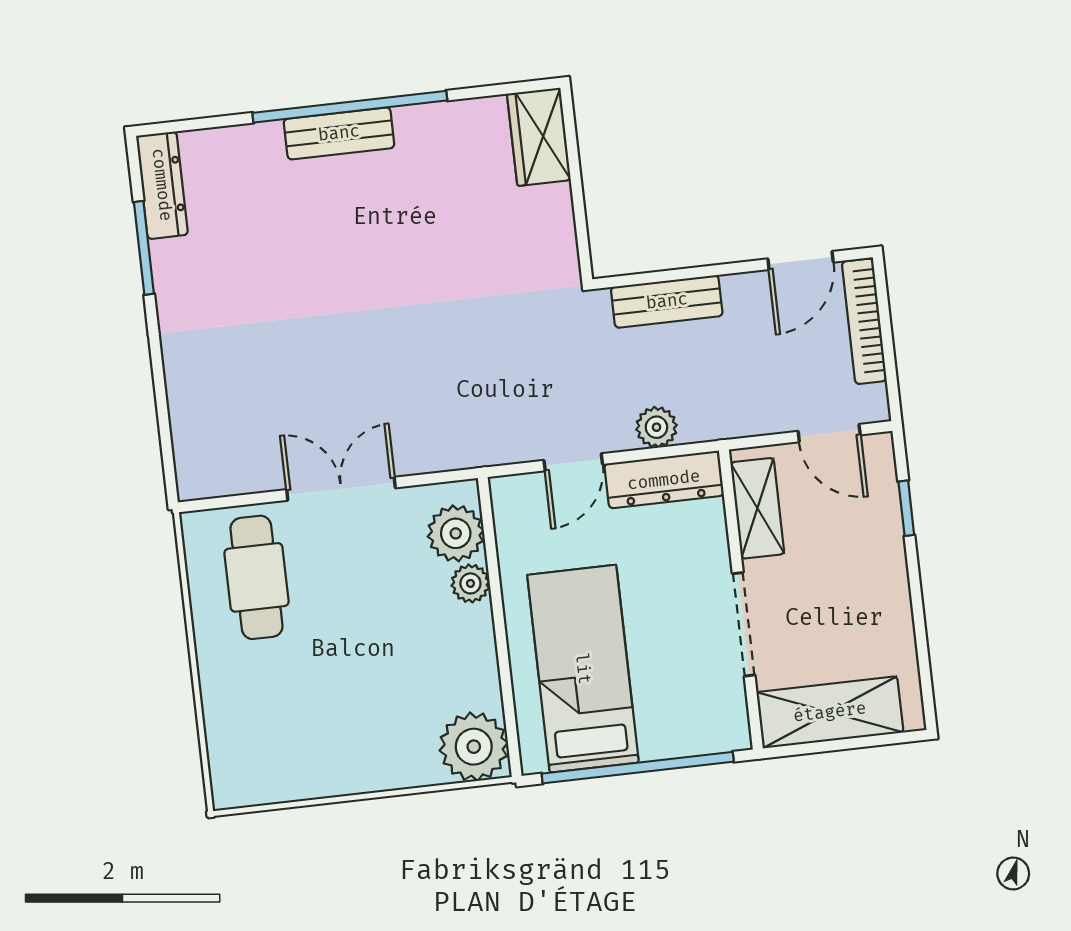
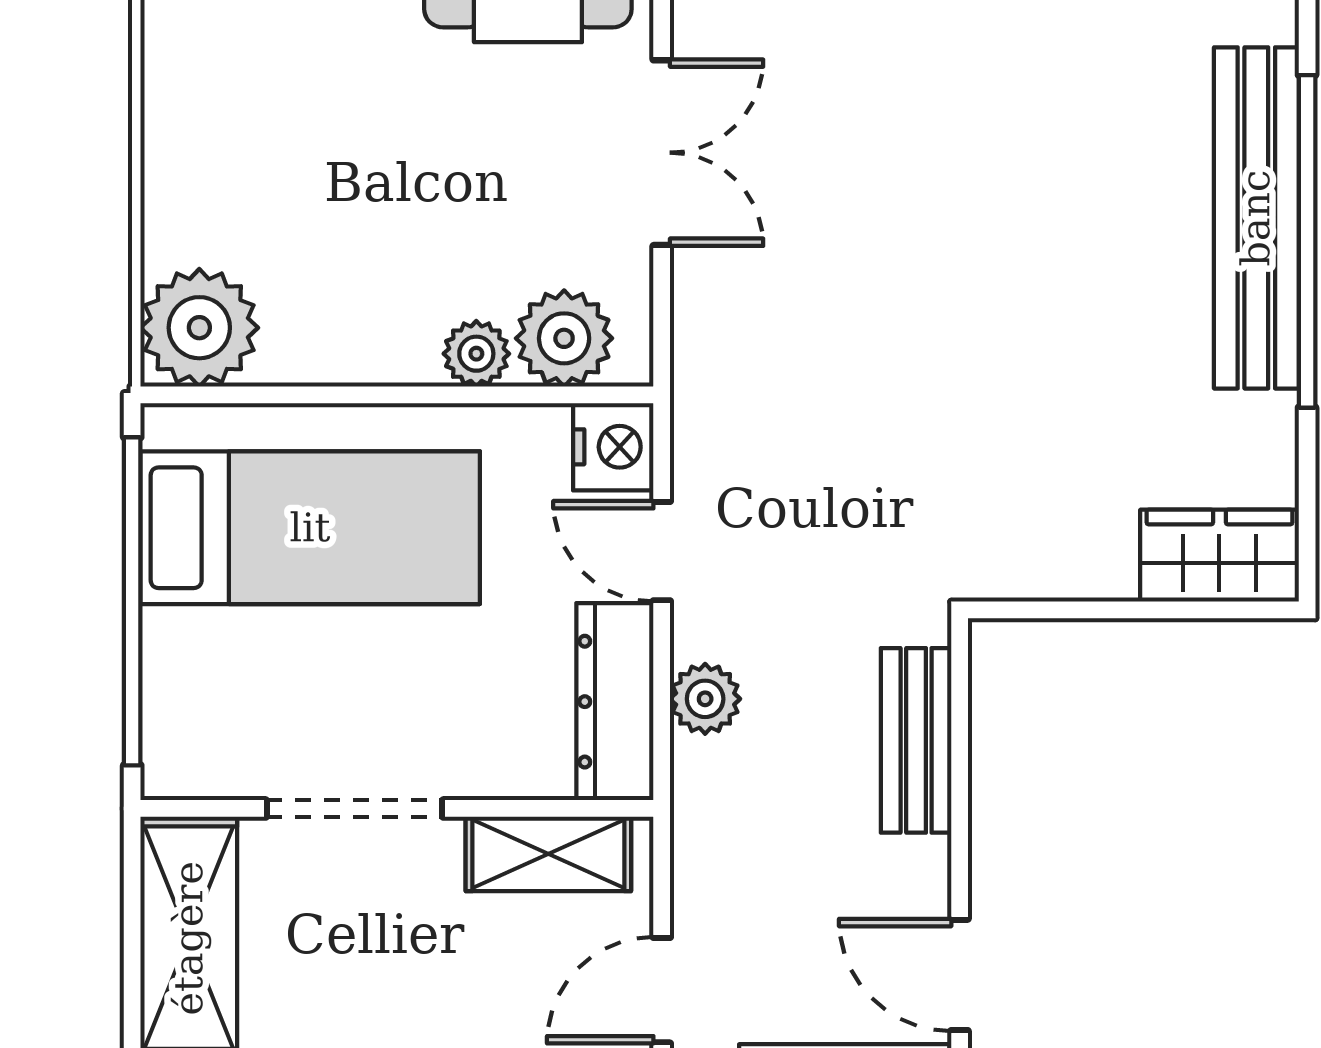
bench: (339, 133) -> (1256, 218), width x1.86, depth x1.21
nightstand: (516, 497) -> (613, 447), added

